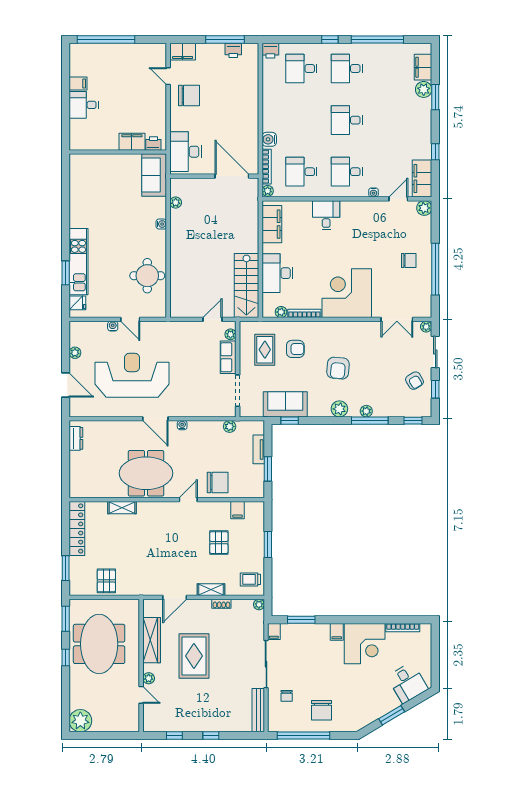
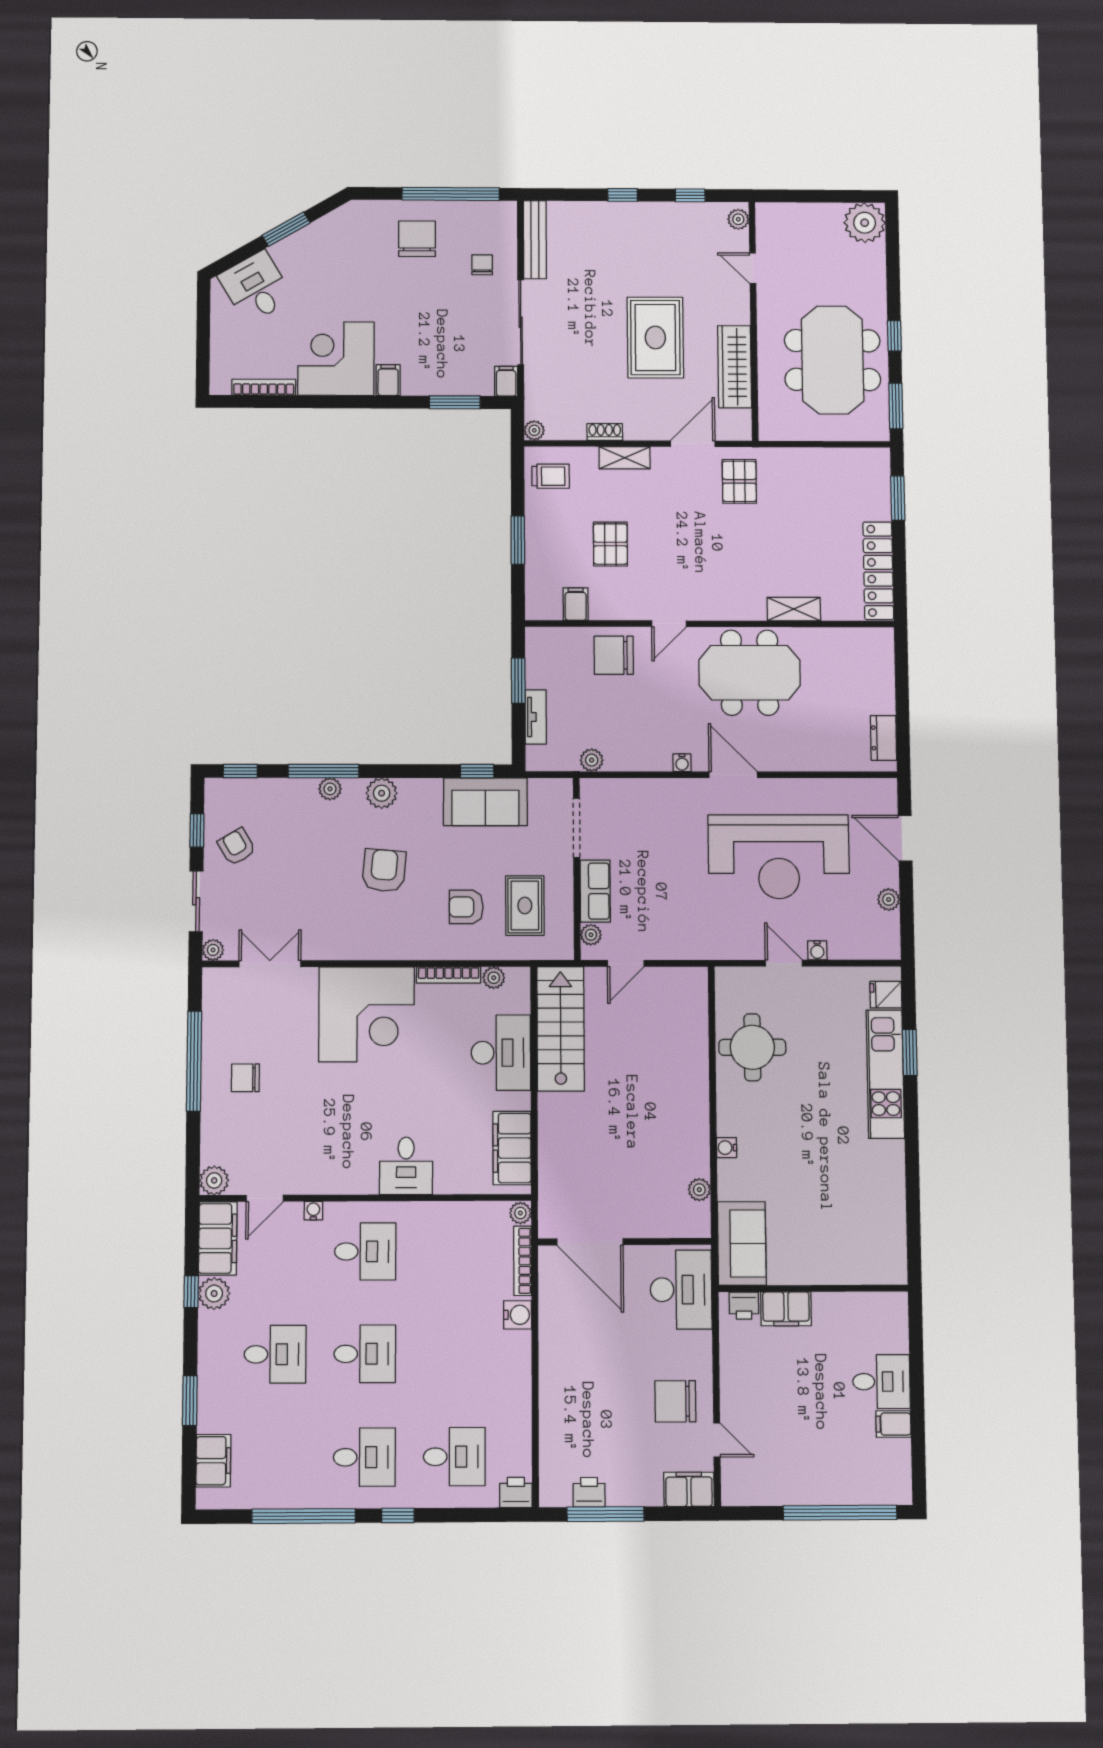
plant: (424, 89) -> (214, 1293), moved
desk: (301, 172) -> (275, 1354), moved
pallet: (106, 581) -> (739, 481), moved
plant: (149, 678) -> (738, 219), moved

